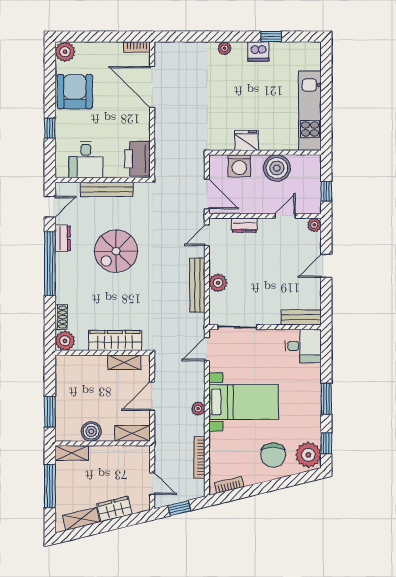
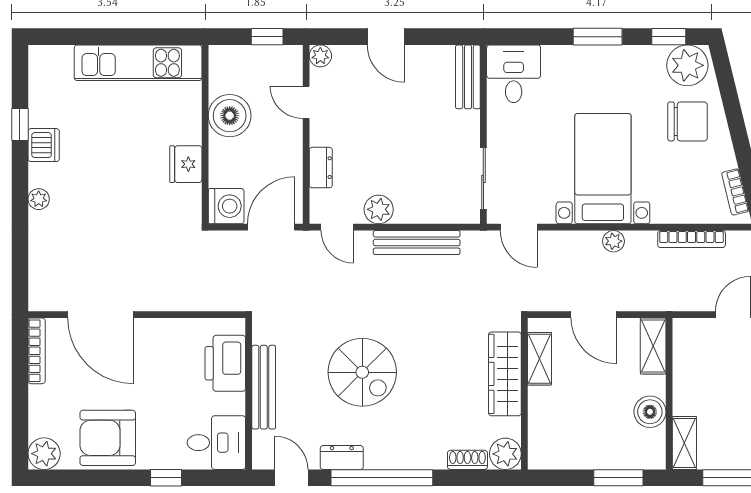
bookcase: (137, 47) -> (37, 351), width x1.56
door: (152, 87) -> (100, 315), hinge flipped
printer: (137, 159) -> (225, 363), moved, turned 90
desk: (86, 160) -> (216, 443), moved
washing machine: (239, 166) -> (226, 206), moved
plant: (218, 283) -> (379, 209), moved

